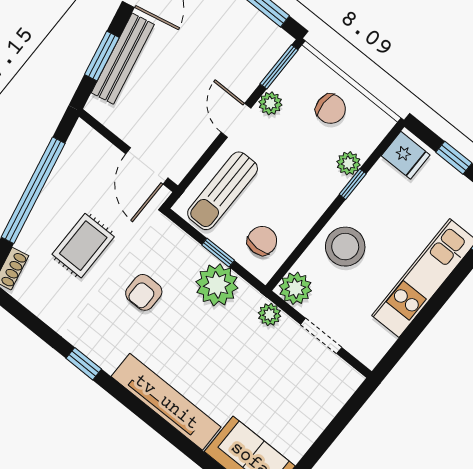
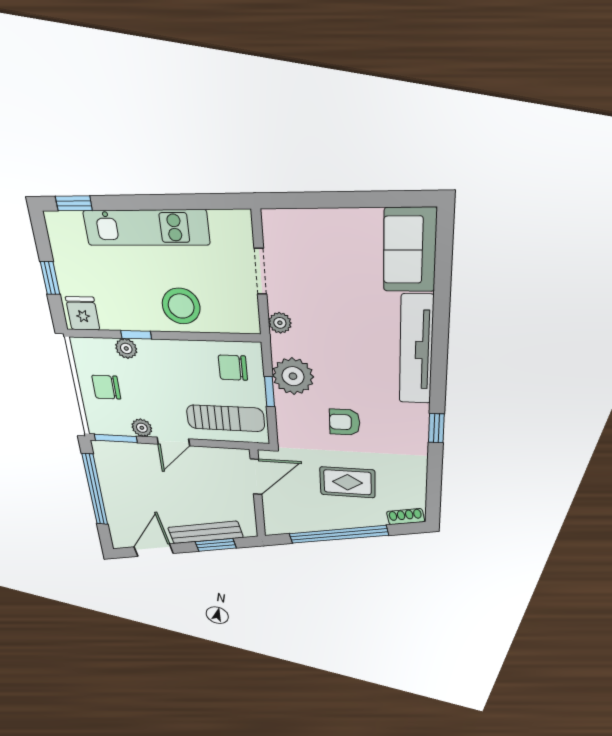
chair: (331, 109) -> (106, 387), turned -90
plant: (295, 288) -> (244, 319), removed
armchair: (144, 292) -> (345, 422), turned 180

